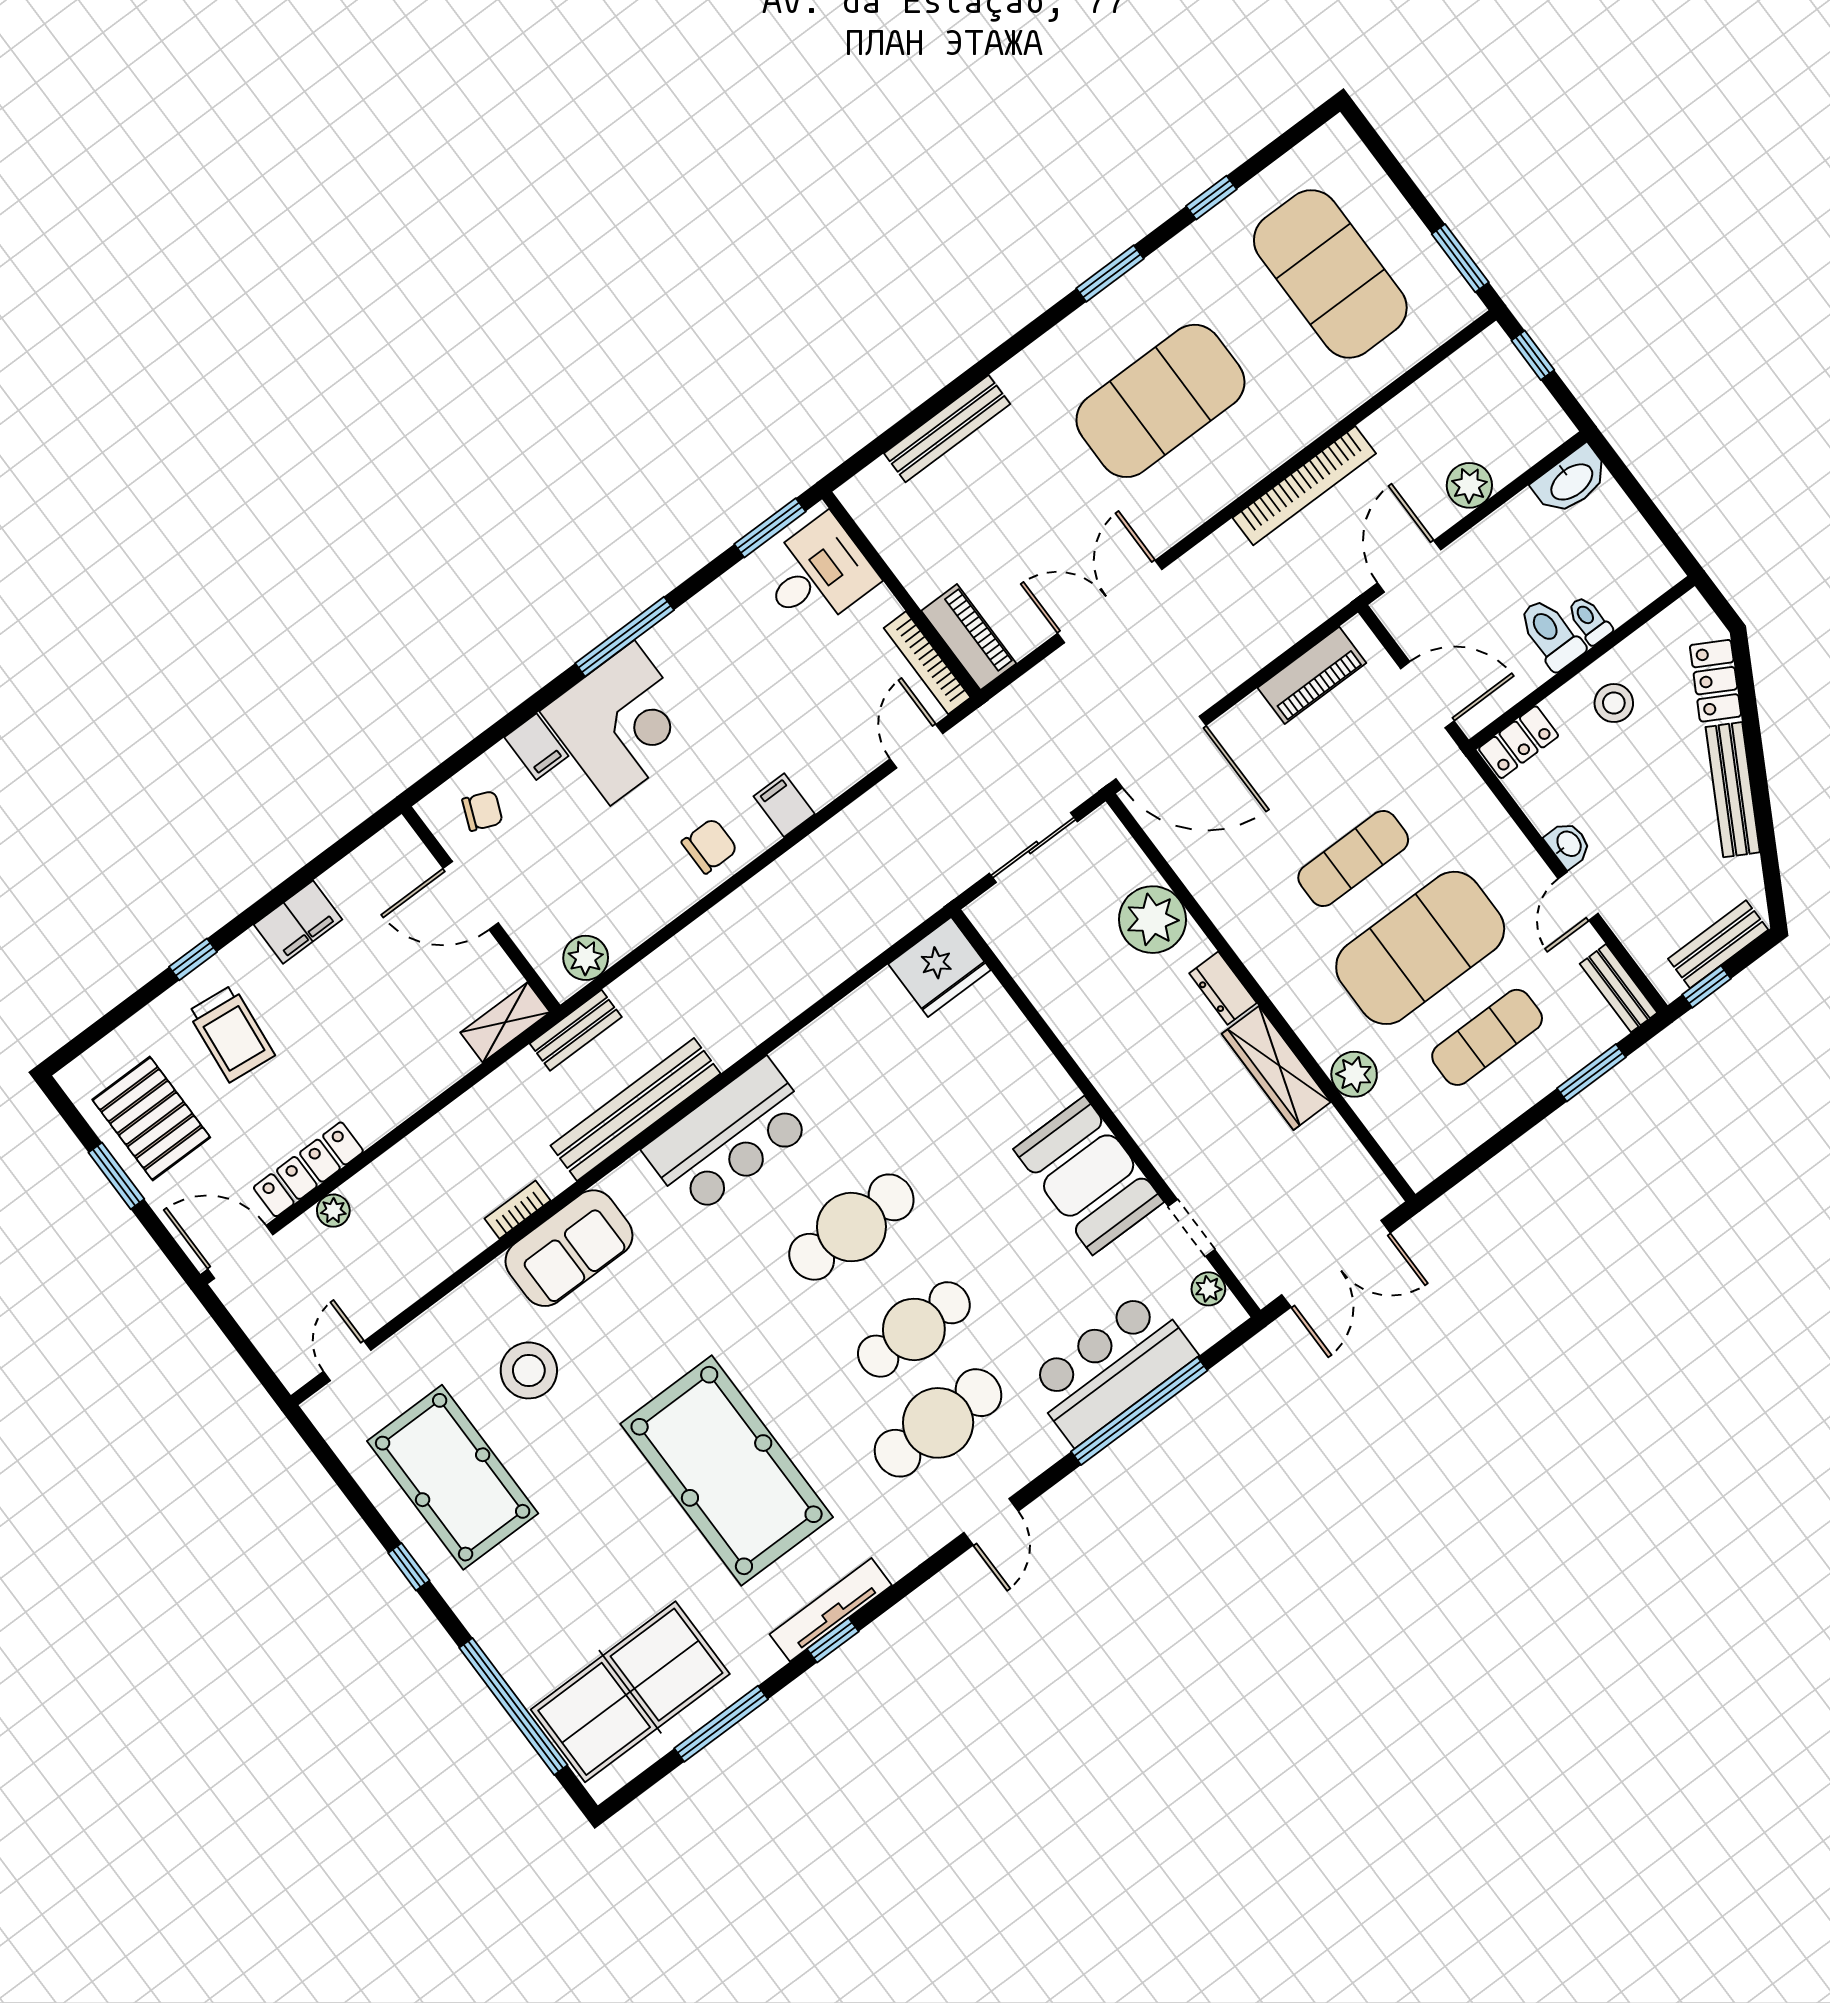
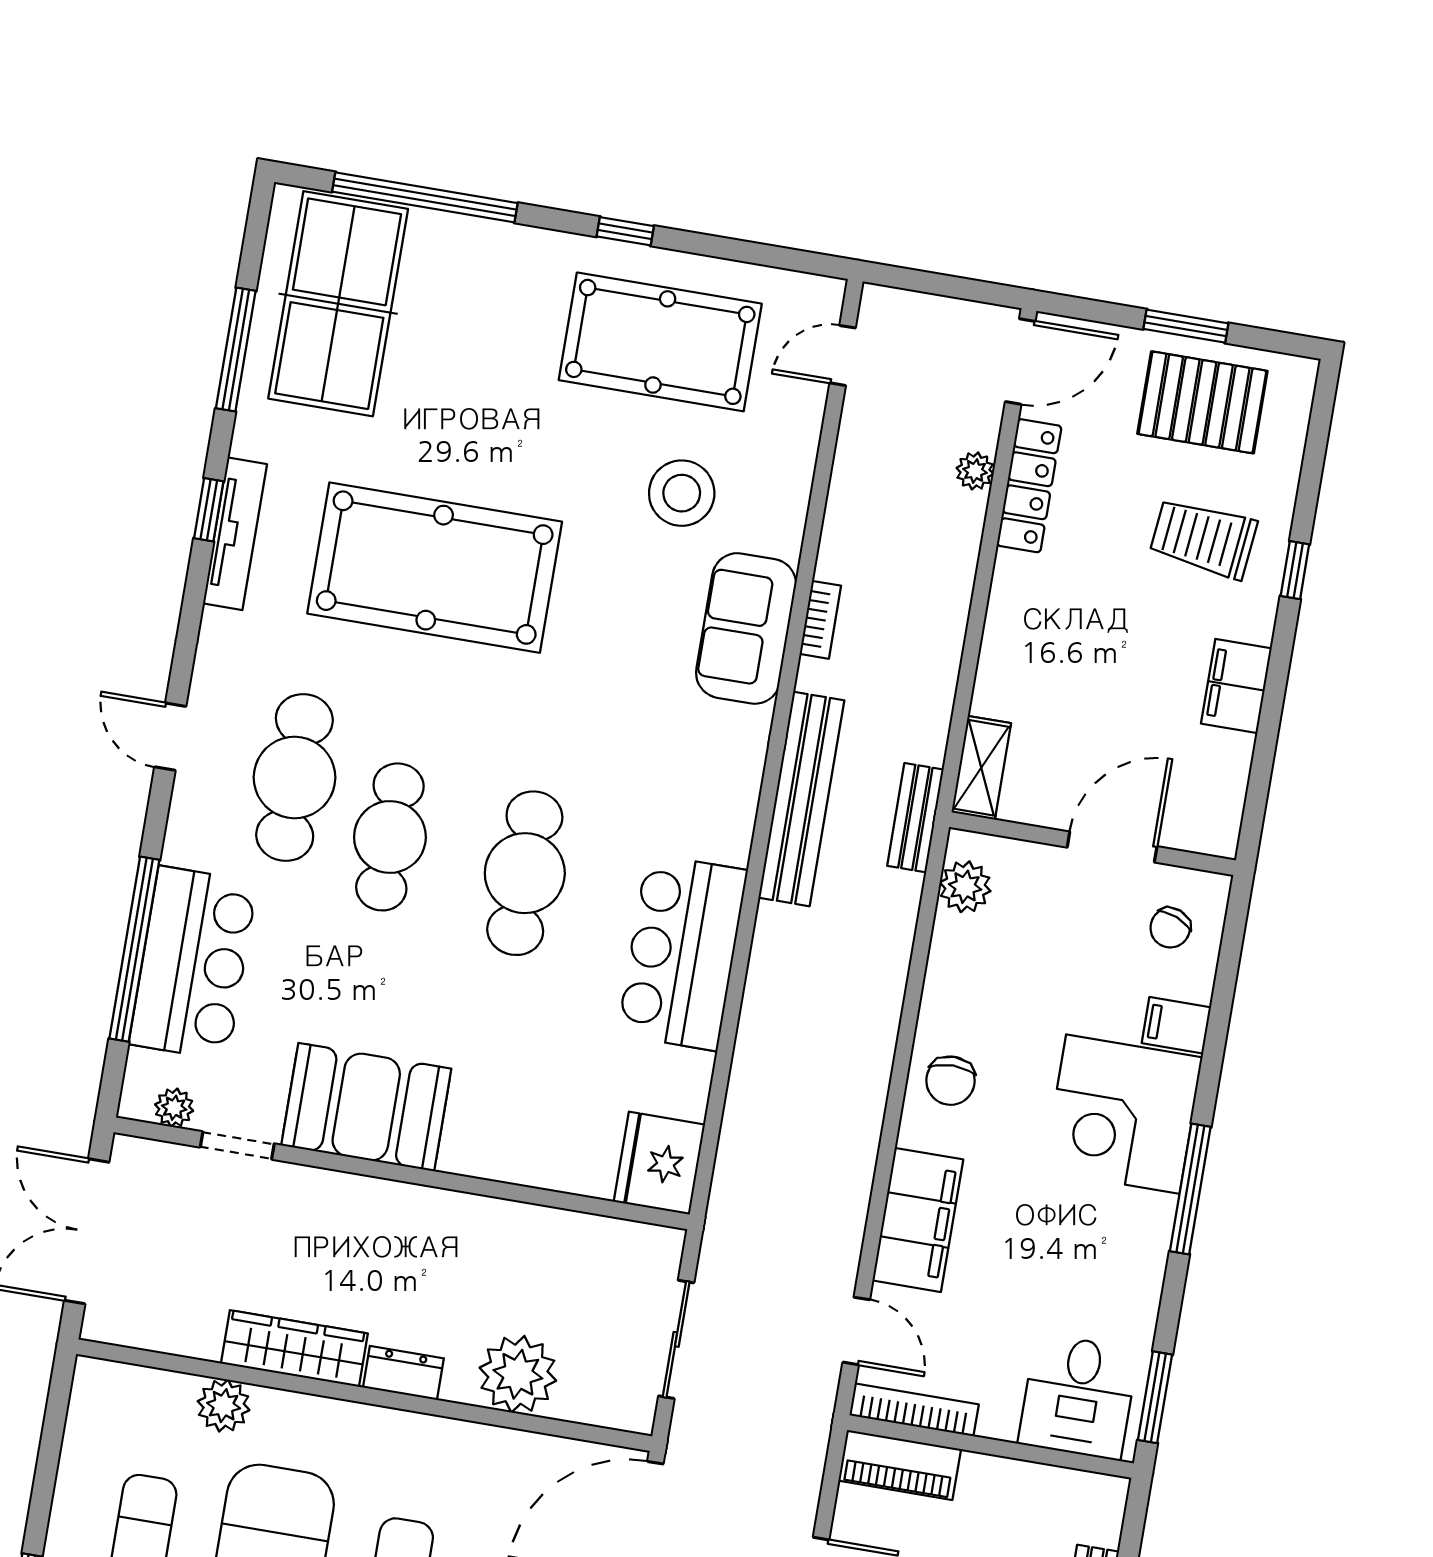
filing cabinet: (784, 805) -> (918, 1220), width x3.00, depth x1.17
bar counter: (730, 1137) -> (682, 952), moved
door: (347, 1361) -> (843, 355), swing flipped

